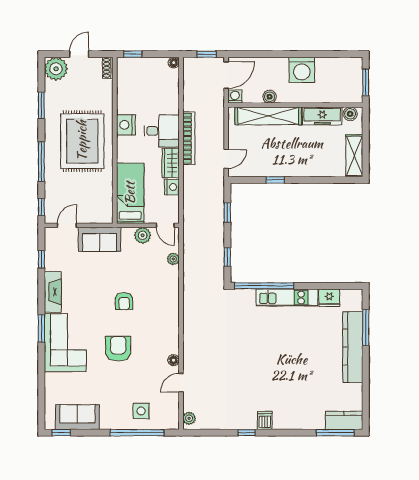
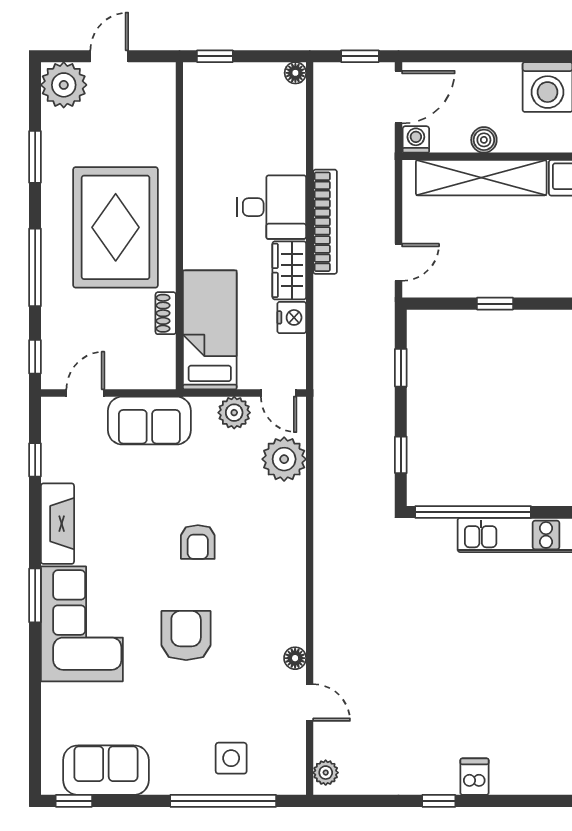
shoe rack: (108, 68) -> (166, 313), moved
nightstand: (126, 125) -> (201, 195), removed
plant: (173, 259) -> (284, 459), width x1.88, depth x1.88
door: (181, 383) -> (310, 703), swing flipped

